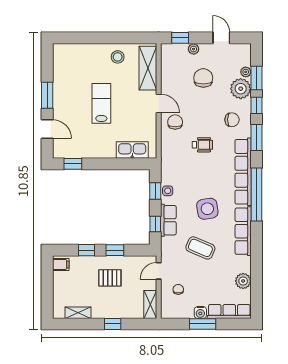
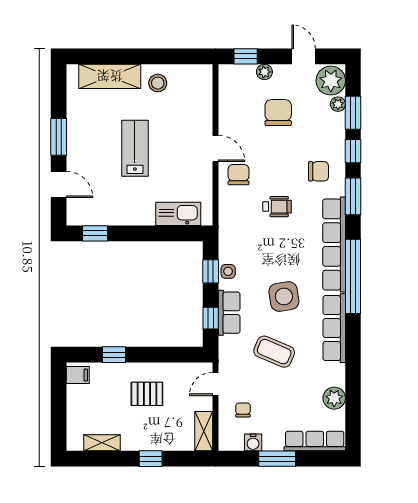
shelving: (148, 68) -> (110, 76), moved, turned 90
plant: (241, 89) -> (331, 81), moved
window: (115, 250) -> (154, 355), removed
water cooler: (200, 312) -> (253, 442), moved

